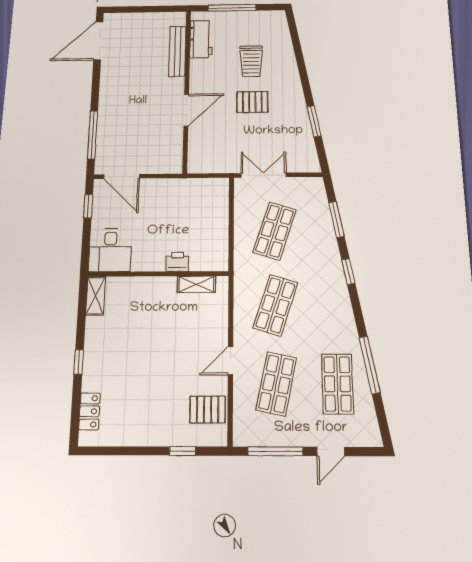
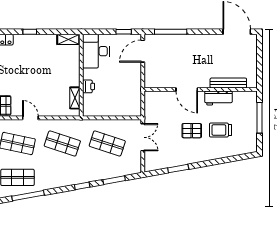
workbench: (201, 39) -> (218, 98), moved
pallet: (252, 102) -> (192, 131), turned 90
desk: (110, 250) -> (96, 51), width x1.37

